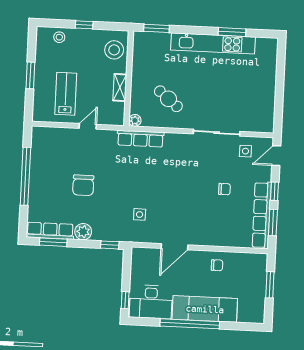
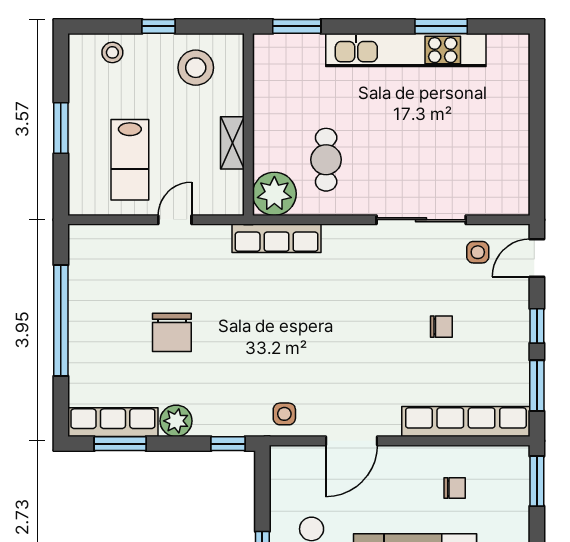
stool: (114, 50) -> (196, 68), moved
lab bench: (66, 94) -> (130, 160), turned 180
cafe table: (168, 99) -> (326, 160), turned 51
plant: (135, 120) -> (274, 194), width x1.88, depth x1.88
side table: (140, 214) -> (284, 414), moved
row of seats: (262, 215) -> (466, 422), moved, turned 90
chair: (217, 265) -> (455, 488), moved
window: (270, 285) -> (537, 481), moved

